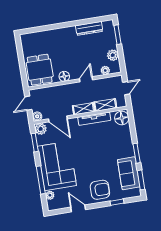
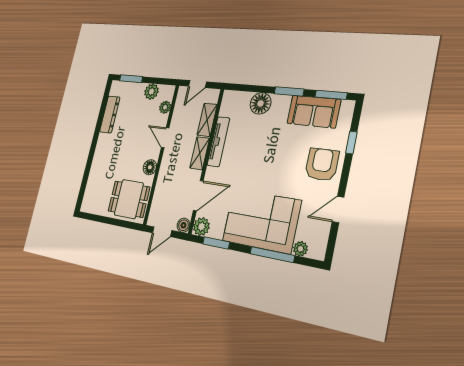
door: (126, 88) -> (197, 84), swing flipped
door: (28, 103) -> (162, 232), hinge flipped
floor lamp: (122, 118) -> (260, 103), moved

